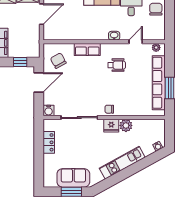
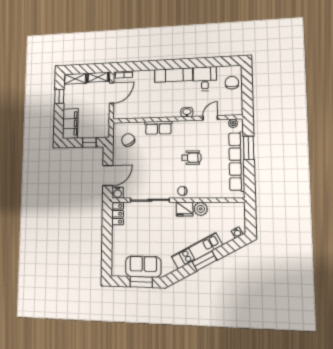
wheelchair: (117, 65) -> (191, 158), moved
door: (39, 82) -> (108, 175), moved
window: (170, 88) -> (249, 148), moved
locker: (49, 142) -> (118, 214), moved
window: (129, 172) -> (204, 261), added

